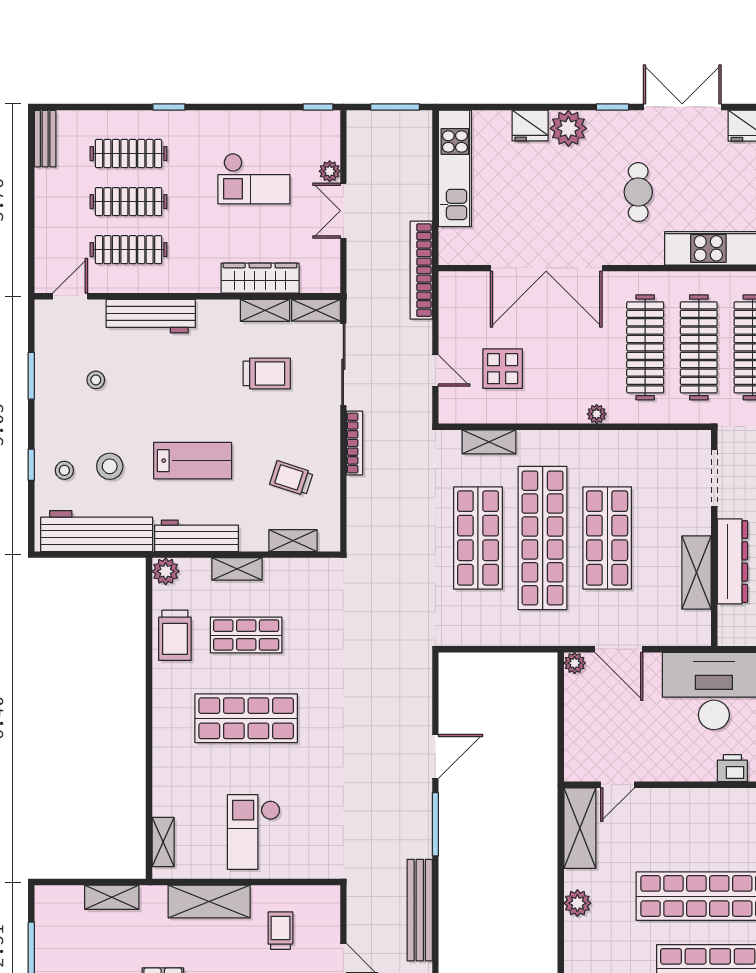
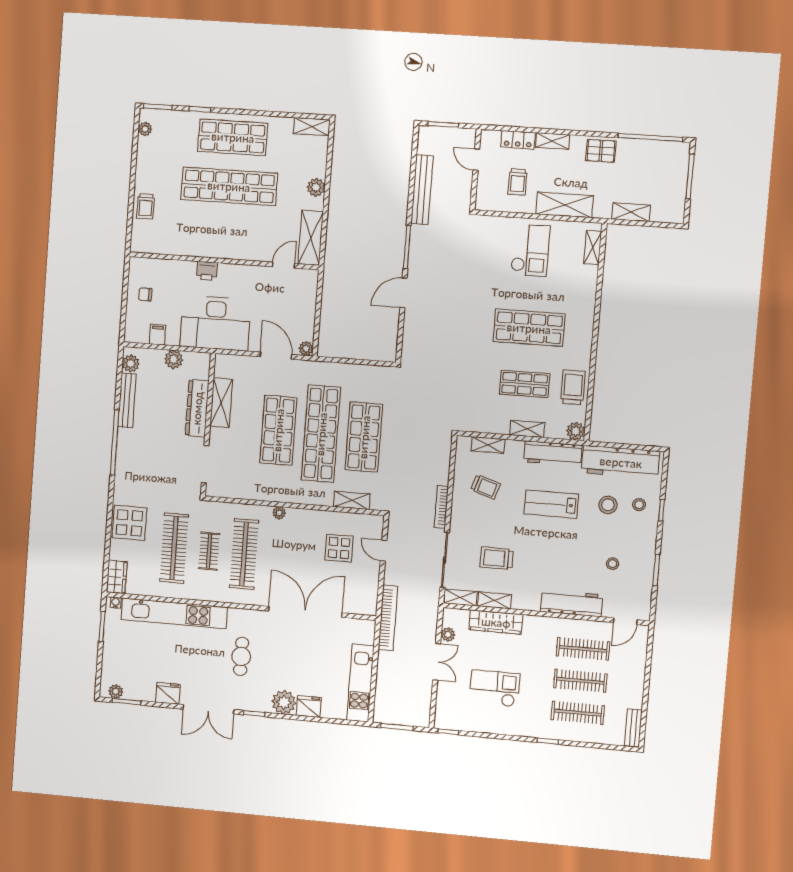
plant: (330, 171) -> (448, 635), moved
clothes rail: (699, 347) -> (209, 551), width x0.54, depth x0.76

